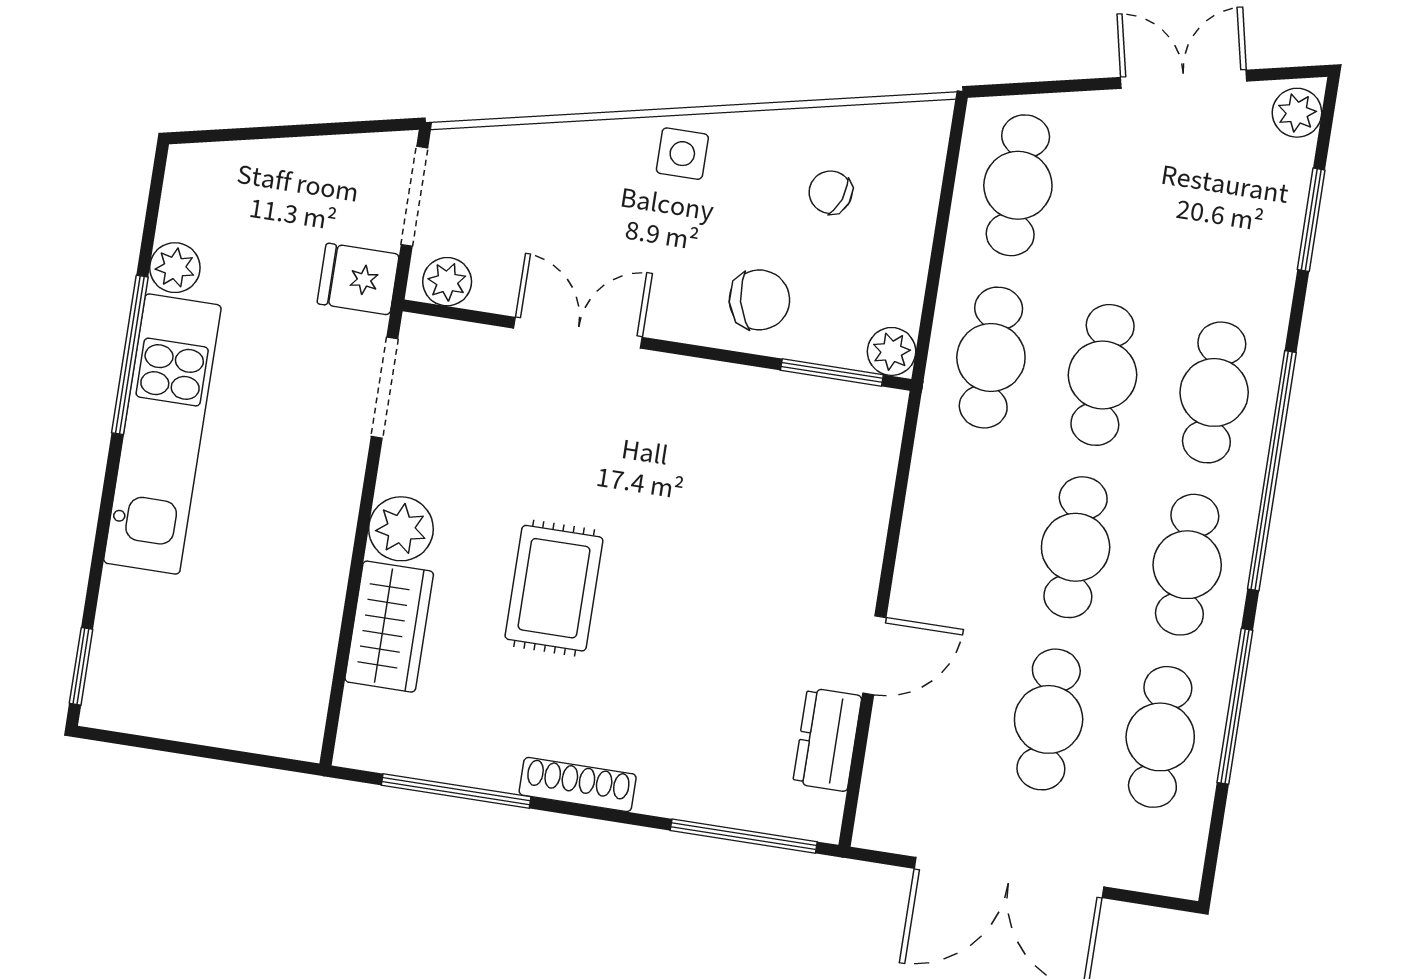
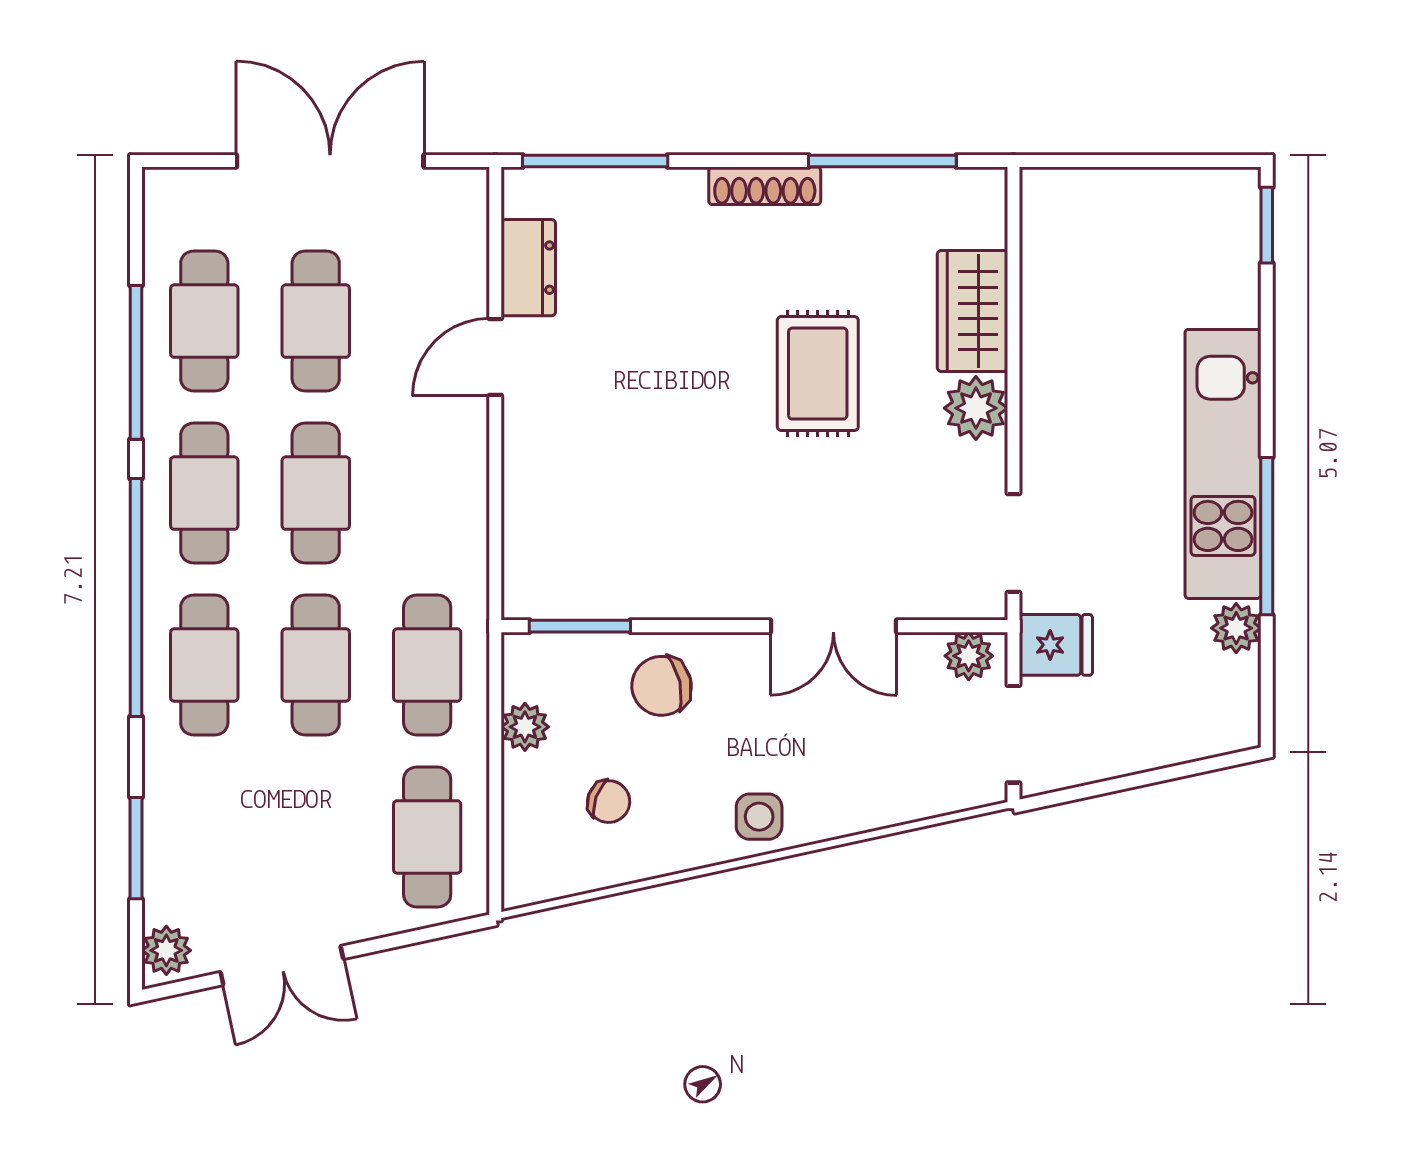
plant: (892, 351) -> (525, 727), moved

